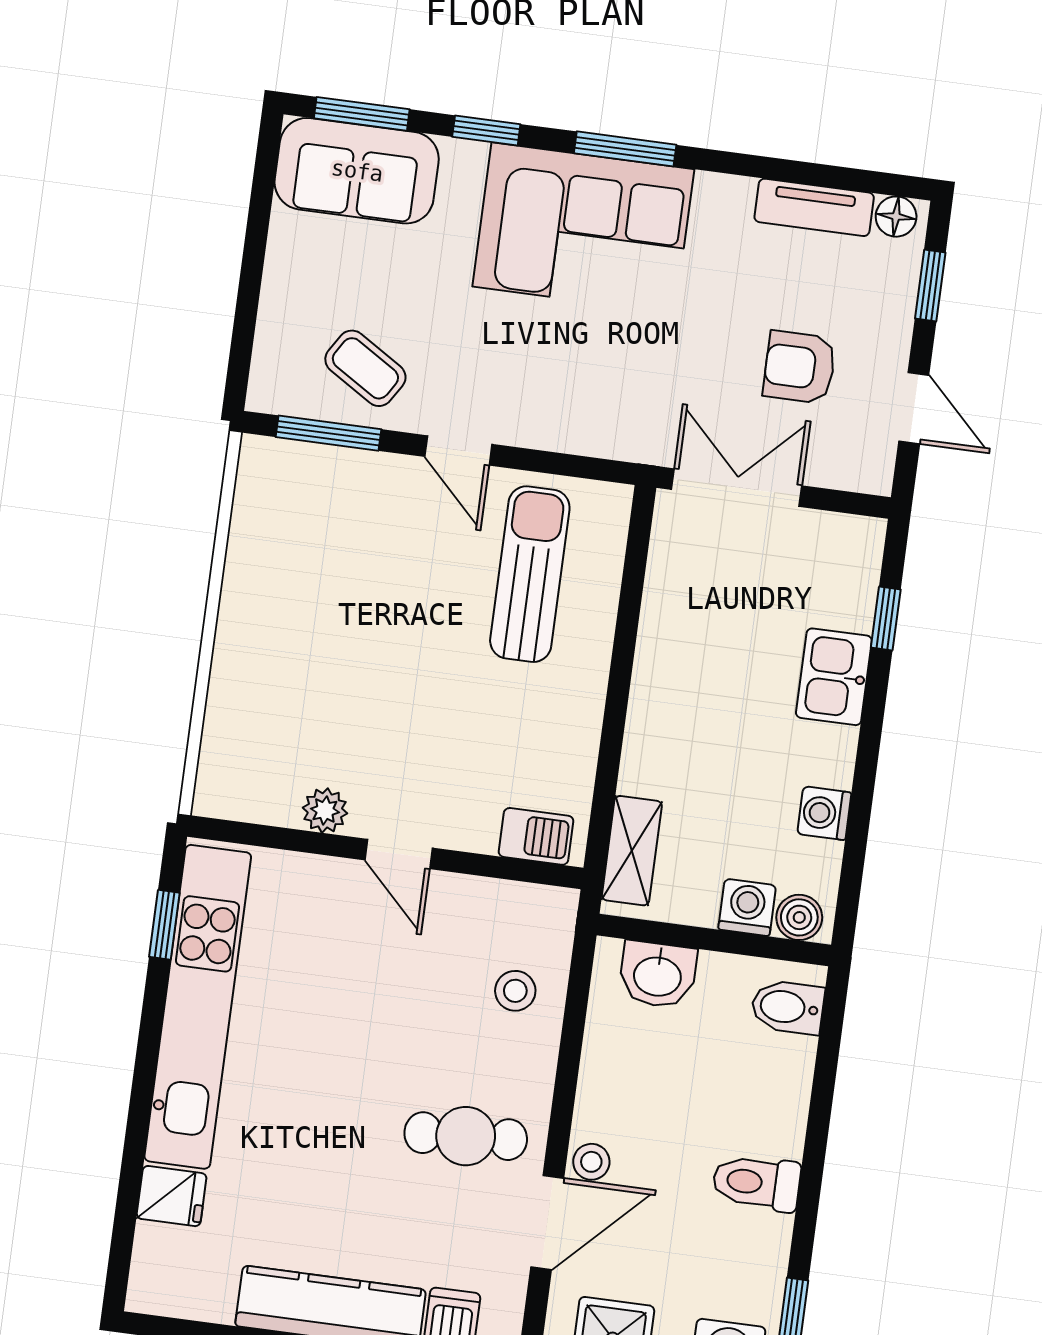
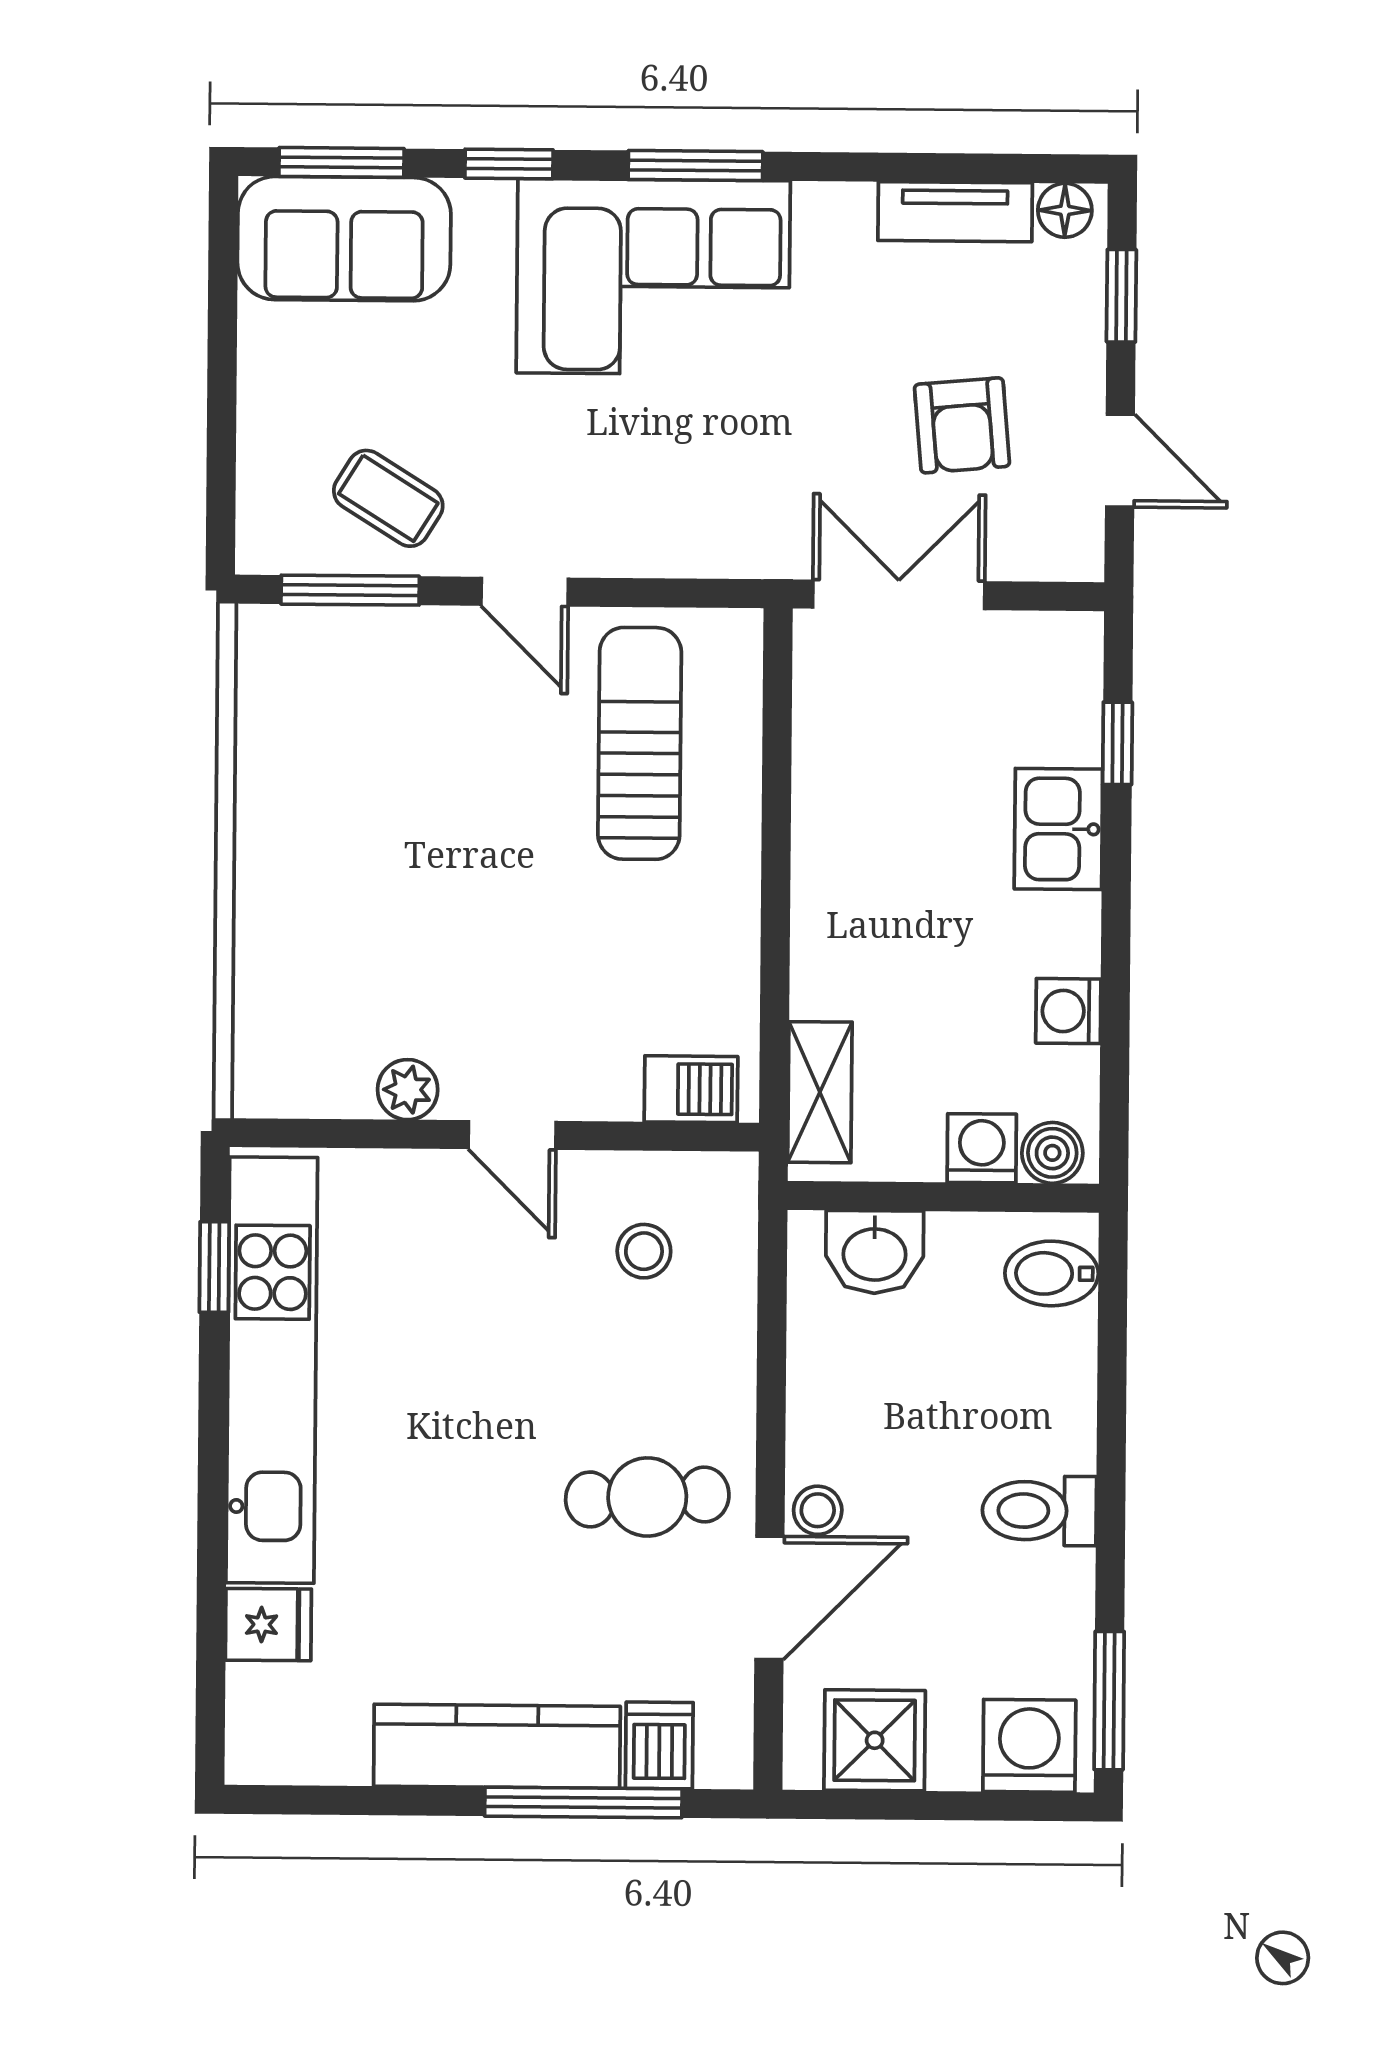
armchair: (799, 367) -> (962, 425), turned -95
stool: (515, 991) -> (644, 1251), moved

